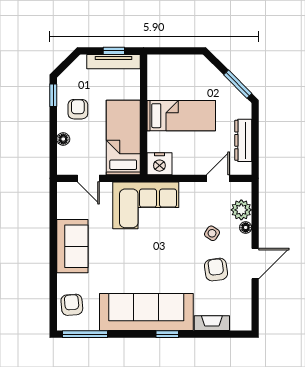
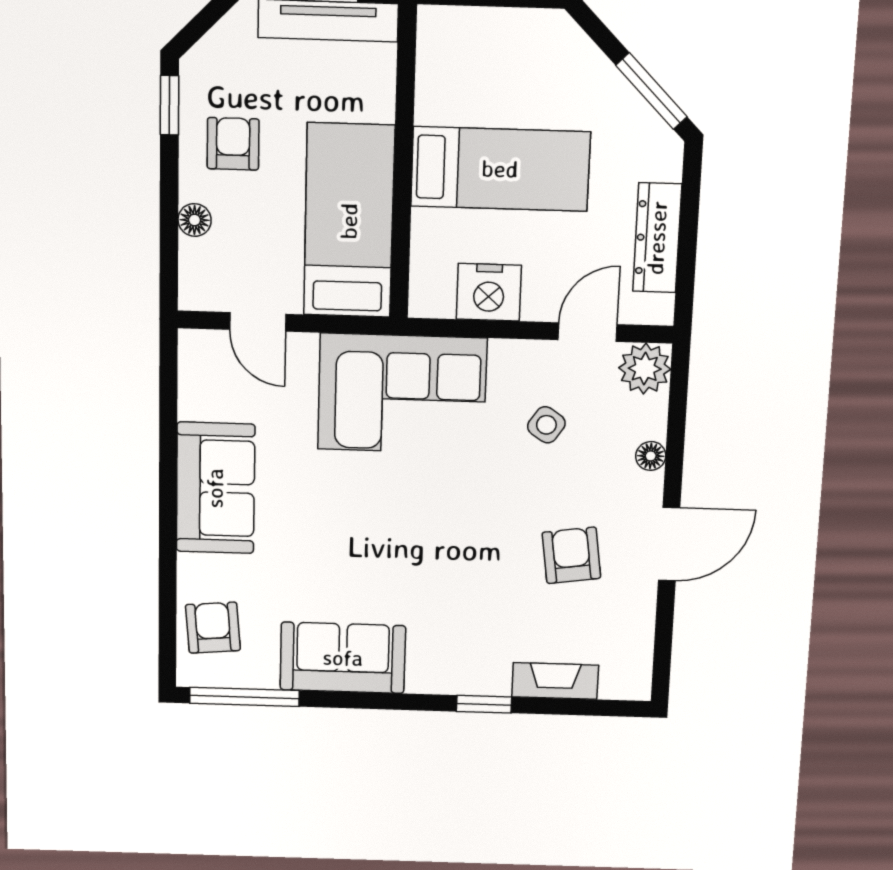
nightstand: (159, 164) -> (489, 292), moved
plant: (241, 210) -> (645, 369), moved
side table: (212, 233) -> (546, 425), moved
sofa: (146, 312) -> (343, 658), width x0.54, depth x0.79
window: (167, 334) -> (484, 704), moved

